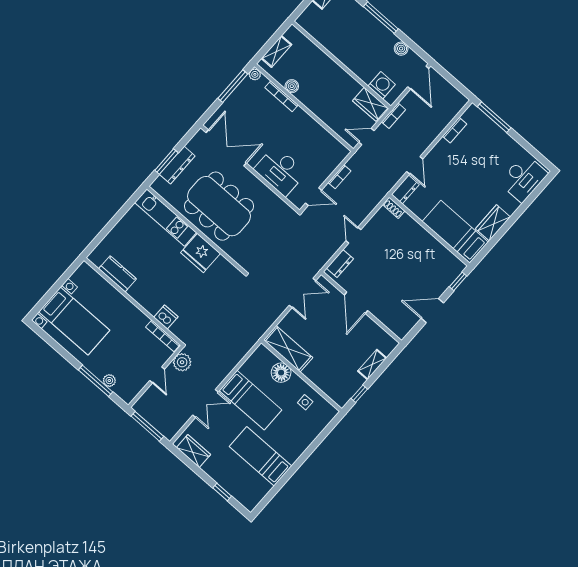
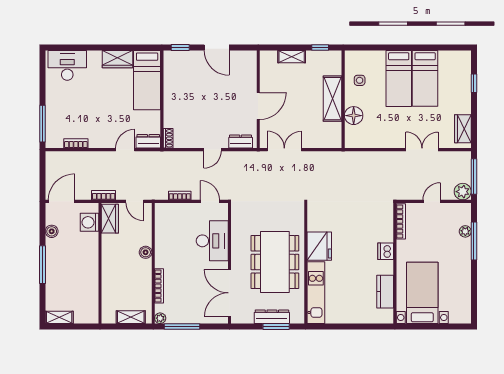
boiler: (292, 86) -> (146, 252), moved
dishwasher: (166, 317) -> (386, 251), moved
bed with nightstands: (74, 321) -> (422, 293), moved
shelving: (288, 349) -> (333, 99), moved
plant: (182, 362) -> (463, 192), moved
bed: (250, 400) -> (399, 78), moved, turned 180

